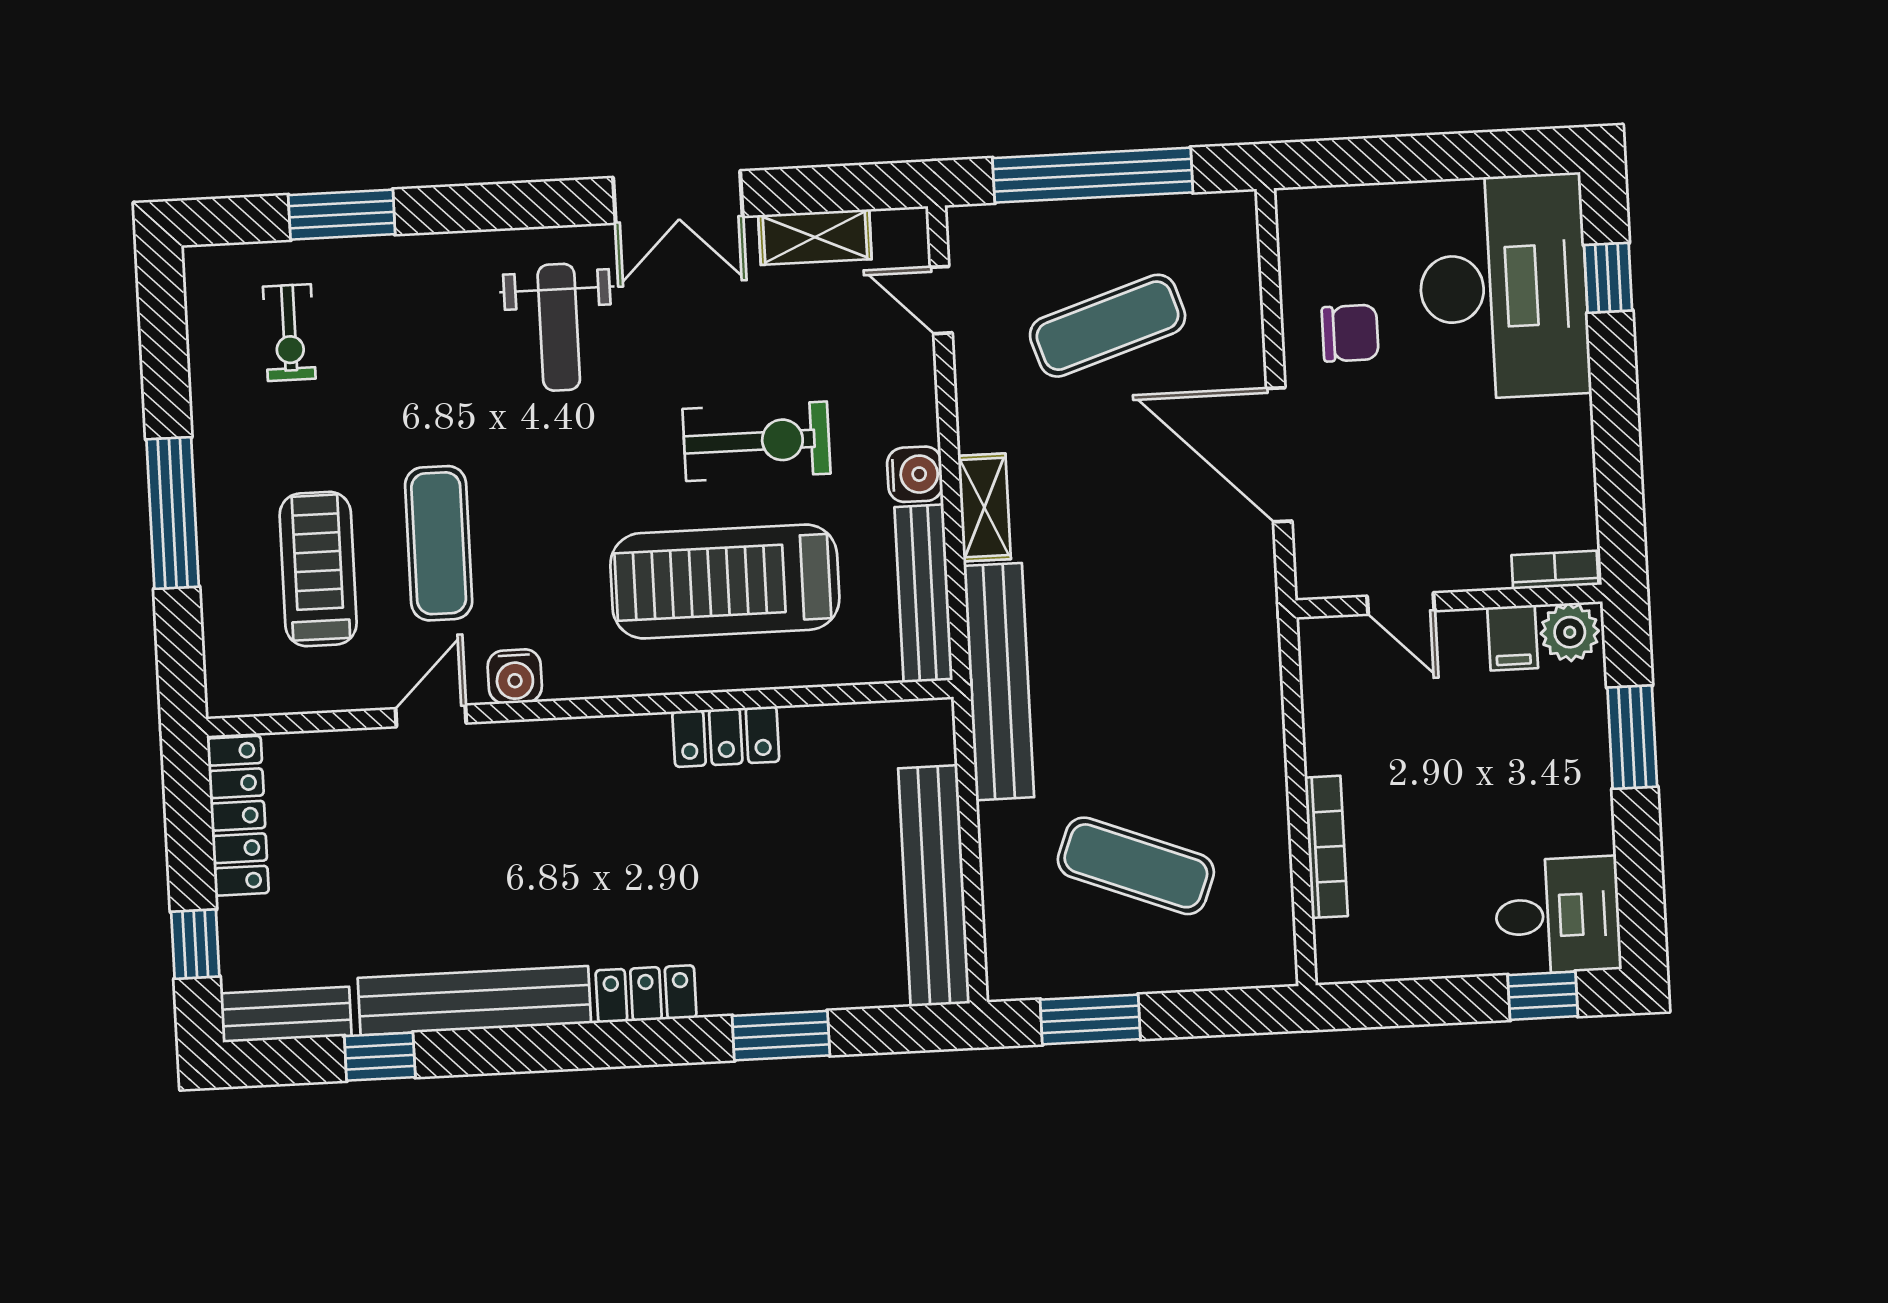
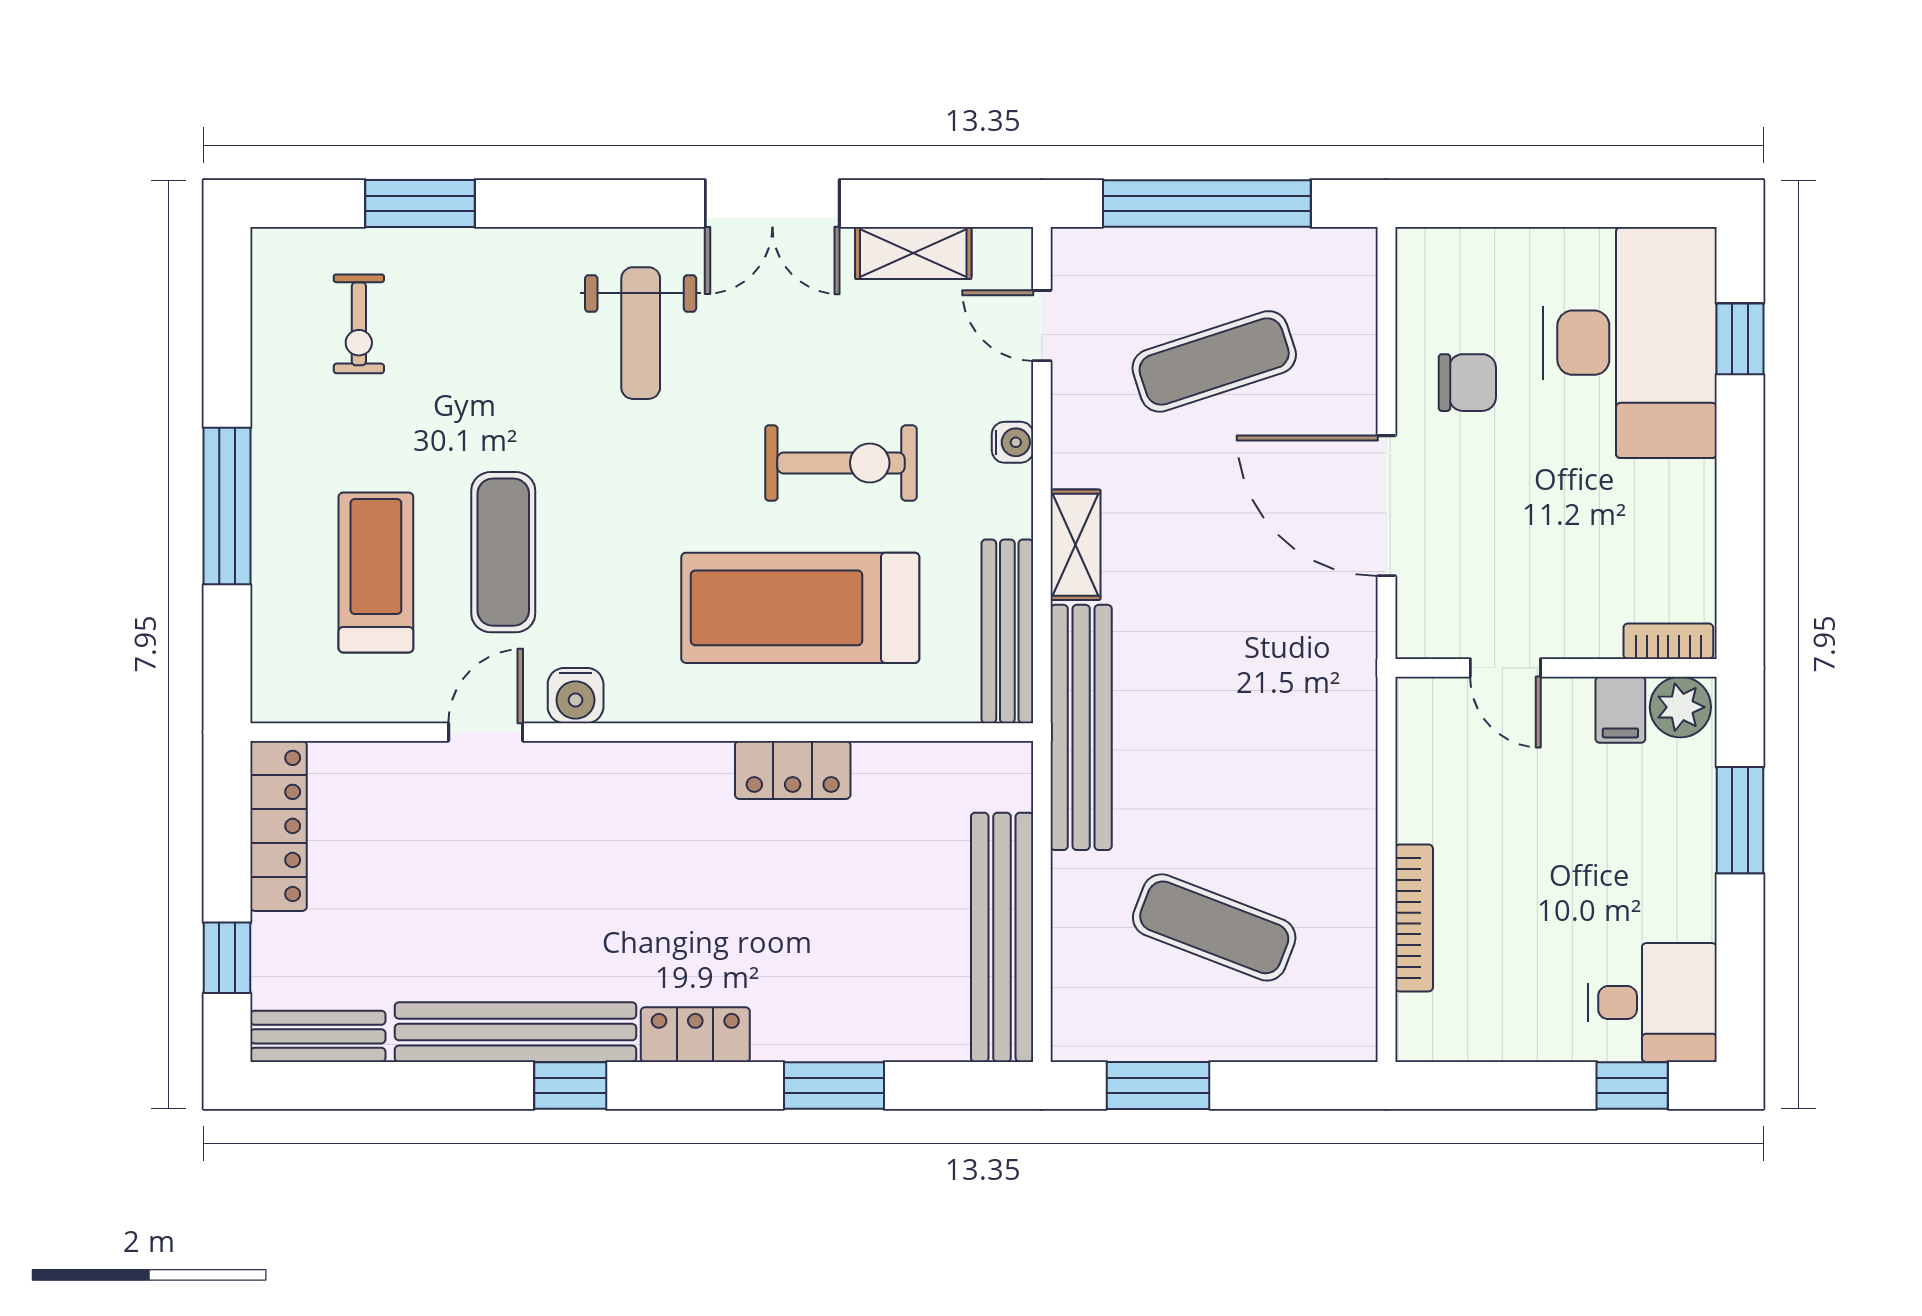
water cooler: (915, 474) -> (1013, 442), moved, width x0.72, depth x0.72
window: (380, 1057) -> (570, 1085), moved

